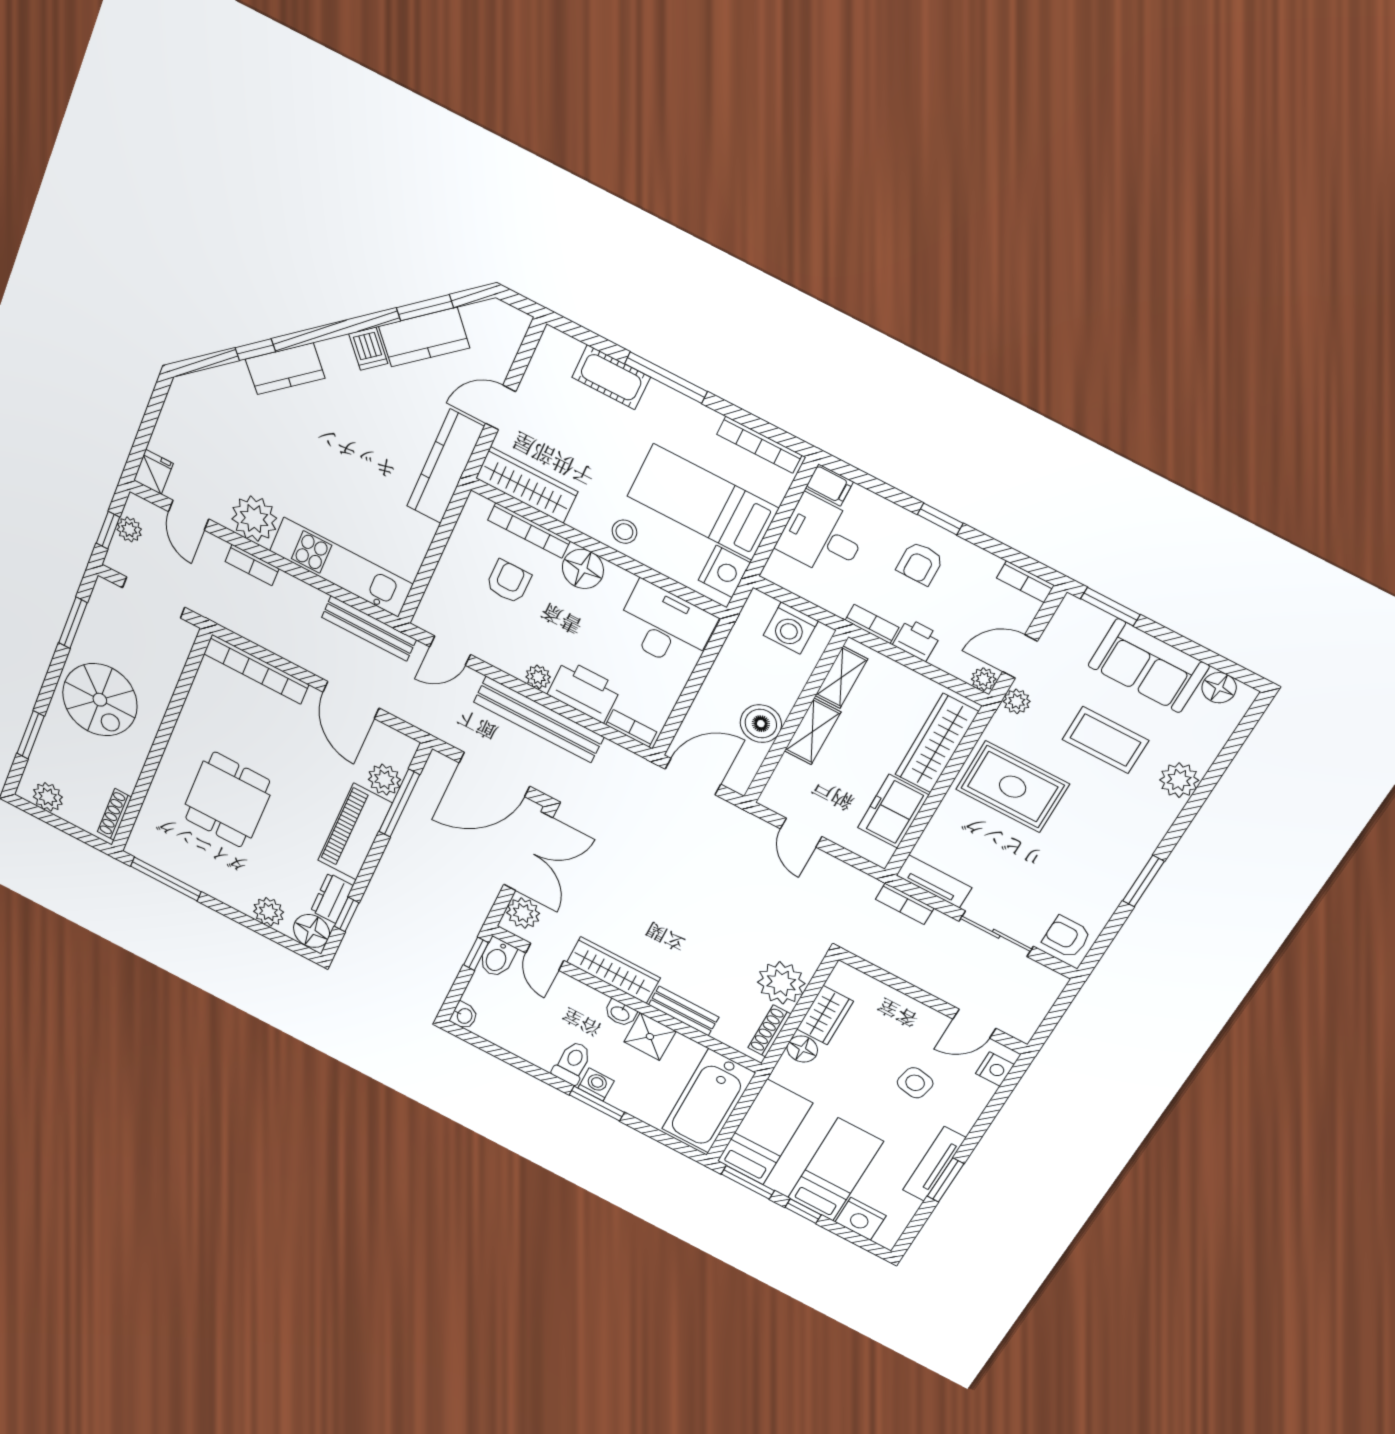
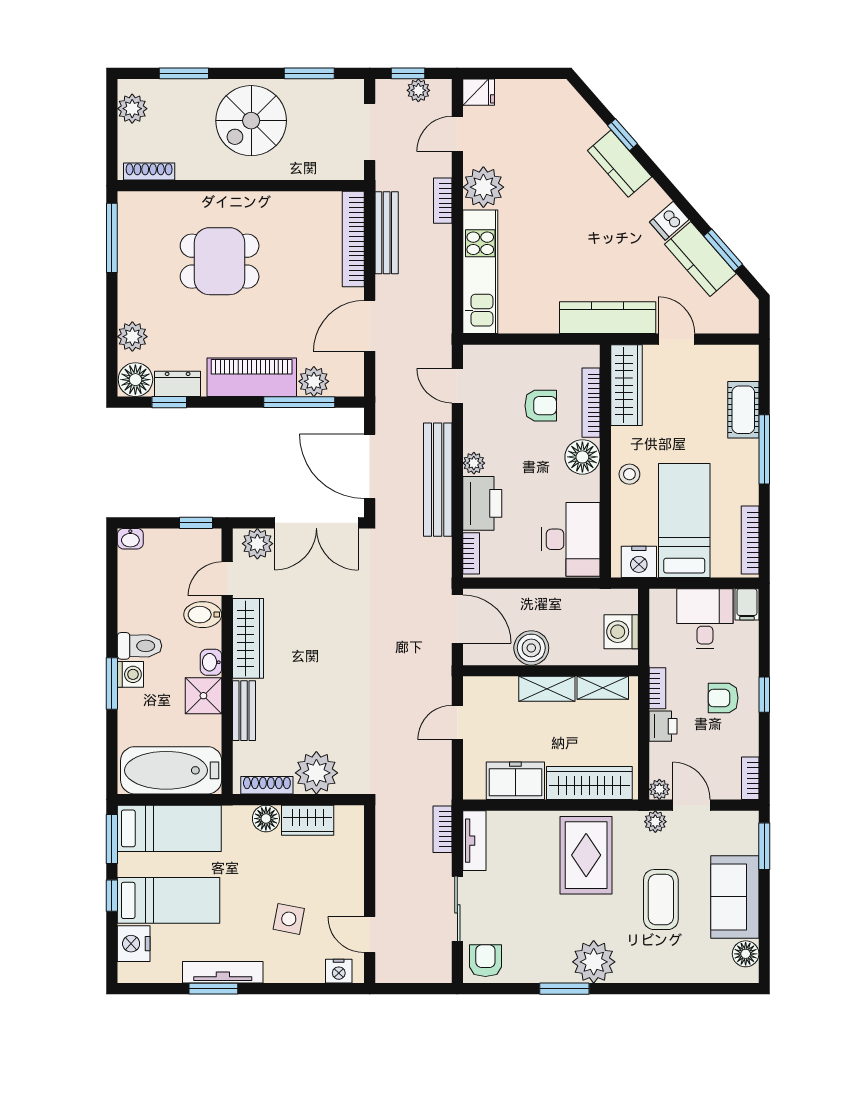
bench: (369, 628) -> (387, 233), moved
plant: (1179, 780) -> (594, 962), moved, width x1.36, depth x1.36
bidet: (497, 958) -> (203, 615), moved

